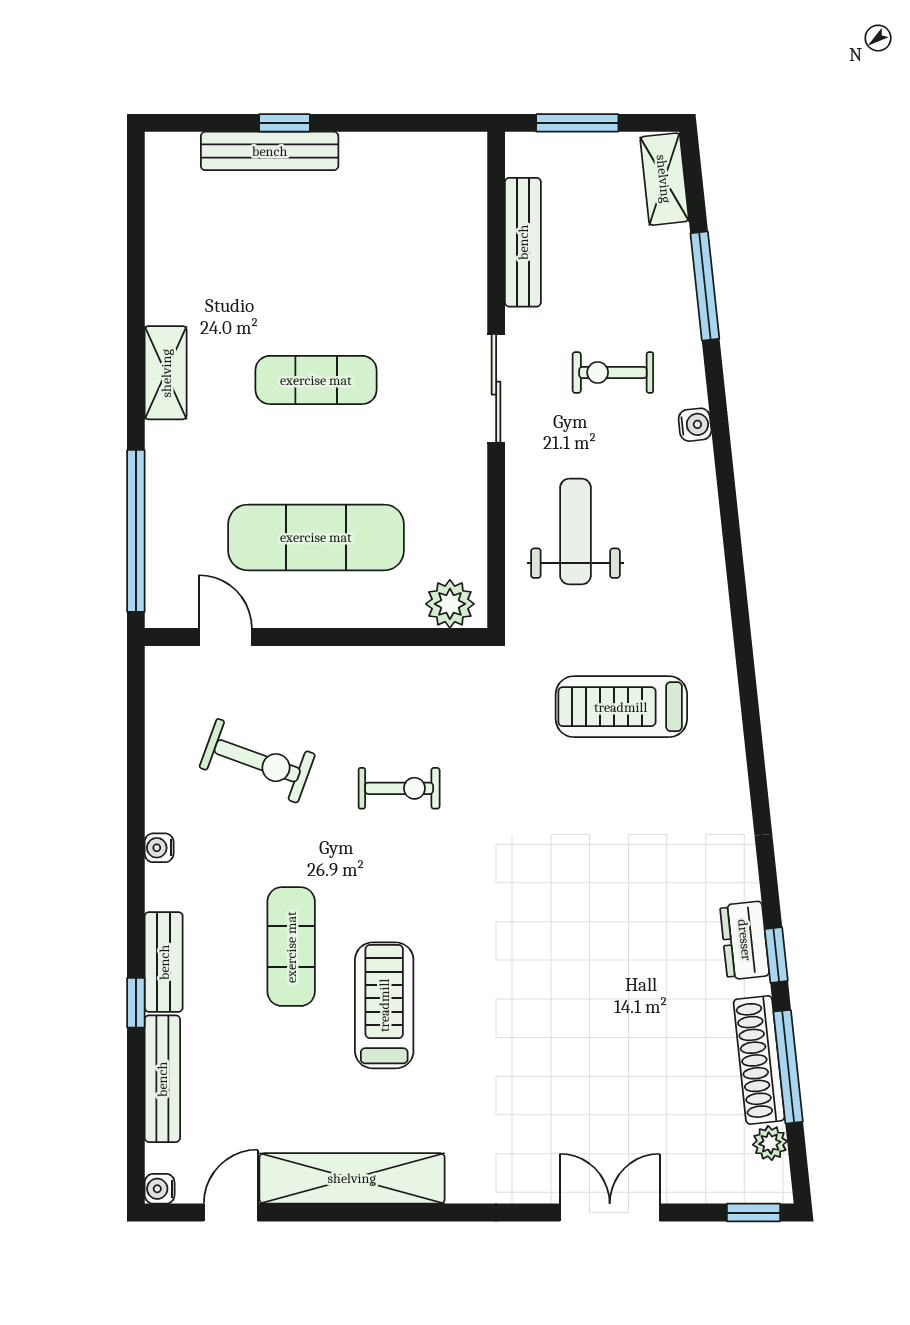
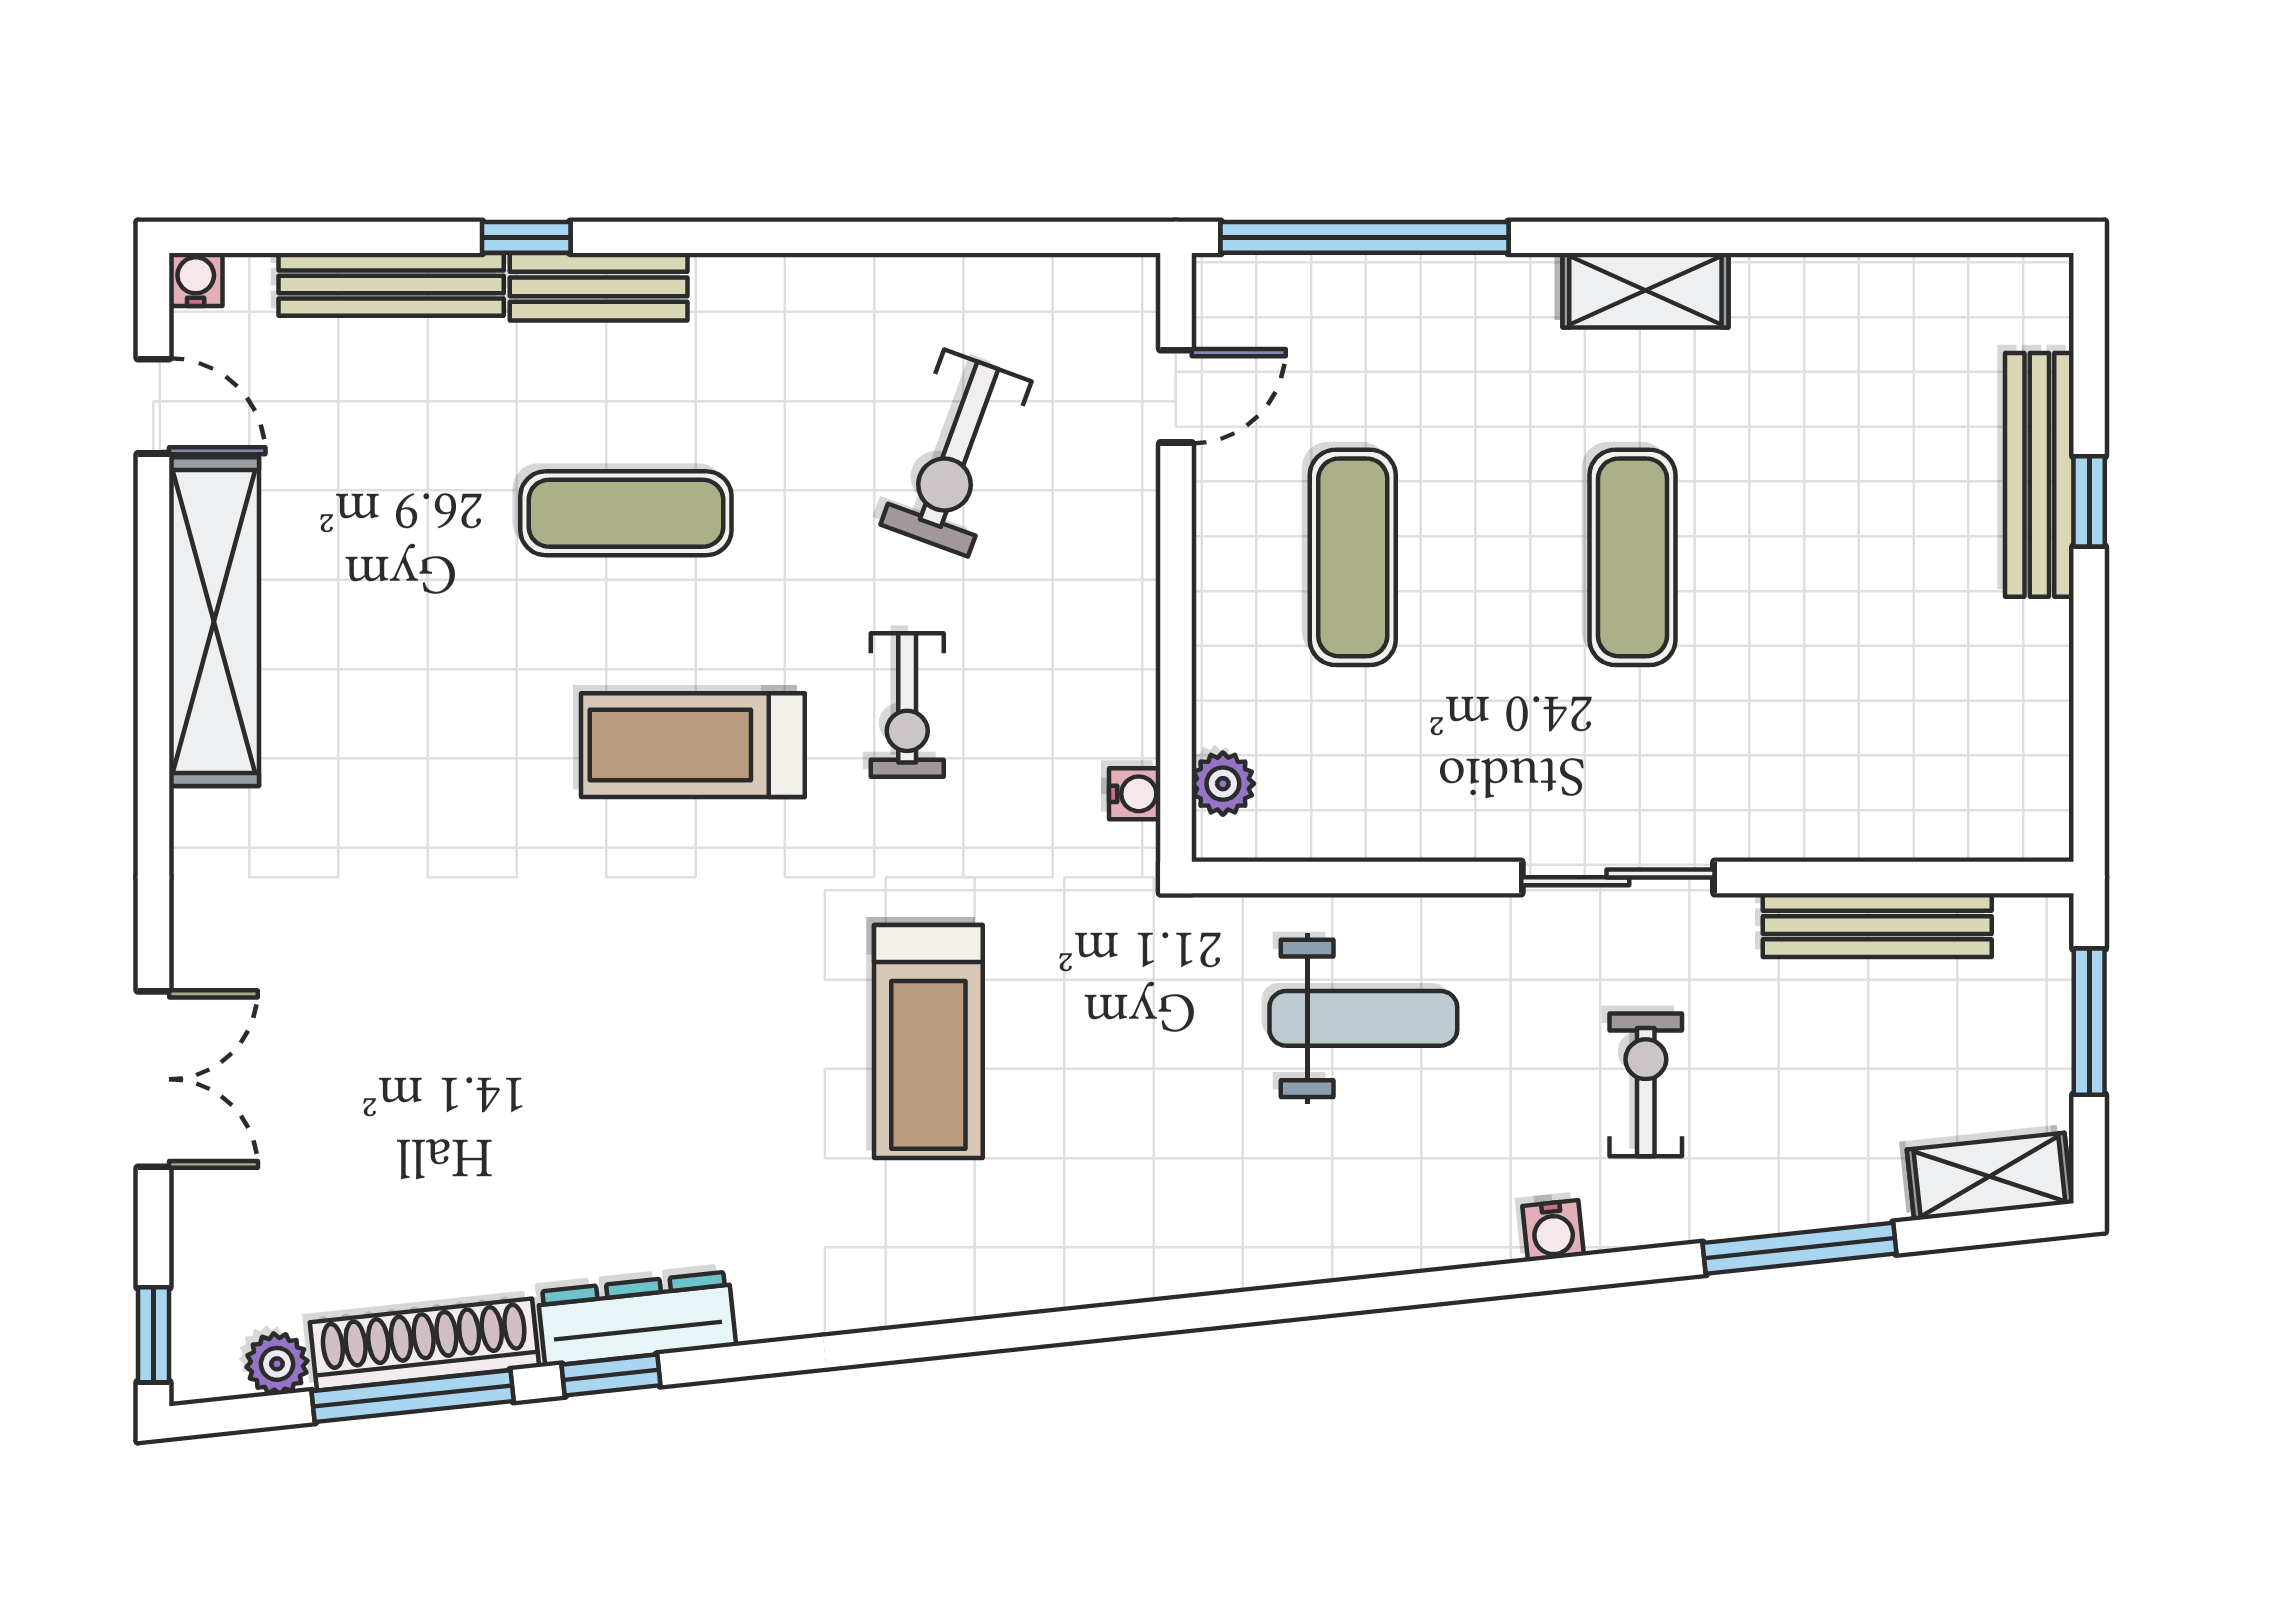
exercise mat: (316, 537) -> (1353, 557), width x0.73, depth x0.69
plant: (450, 604) -> (1223, 784), width x0.73, depth x0.73
treadmill: (621, 707) -> (928, 1042), moved, turned 180
water cooler: (159, 848) -> (1135, 794), moved, turned 90
dresser: (745, 940) -> (637, 1319), width x1.44
treadmill: (384, 1005) -> (693, 745), moved, turned 180

